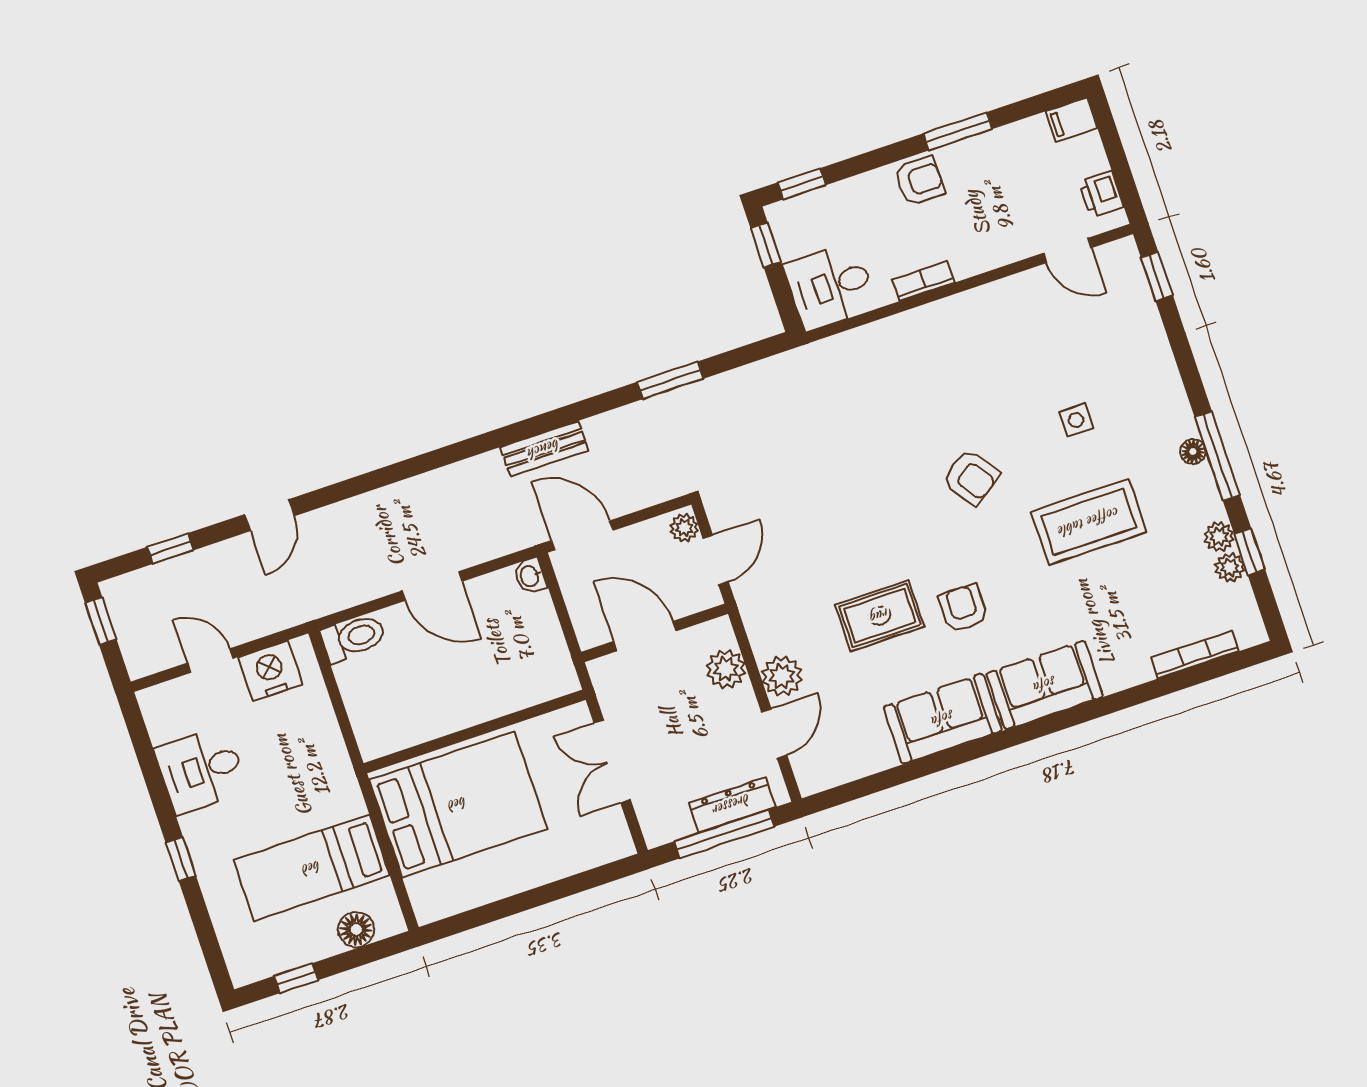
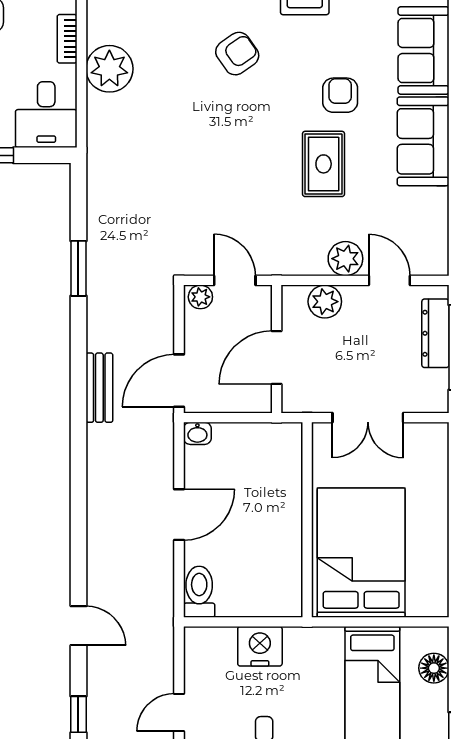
plant: (906, 340) -> (109, 69), added
armchair: (963, 608) -> (340, 95), turned 90
nightstand: (270, 671) -> (260, 646), moved, turned 90

